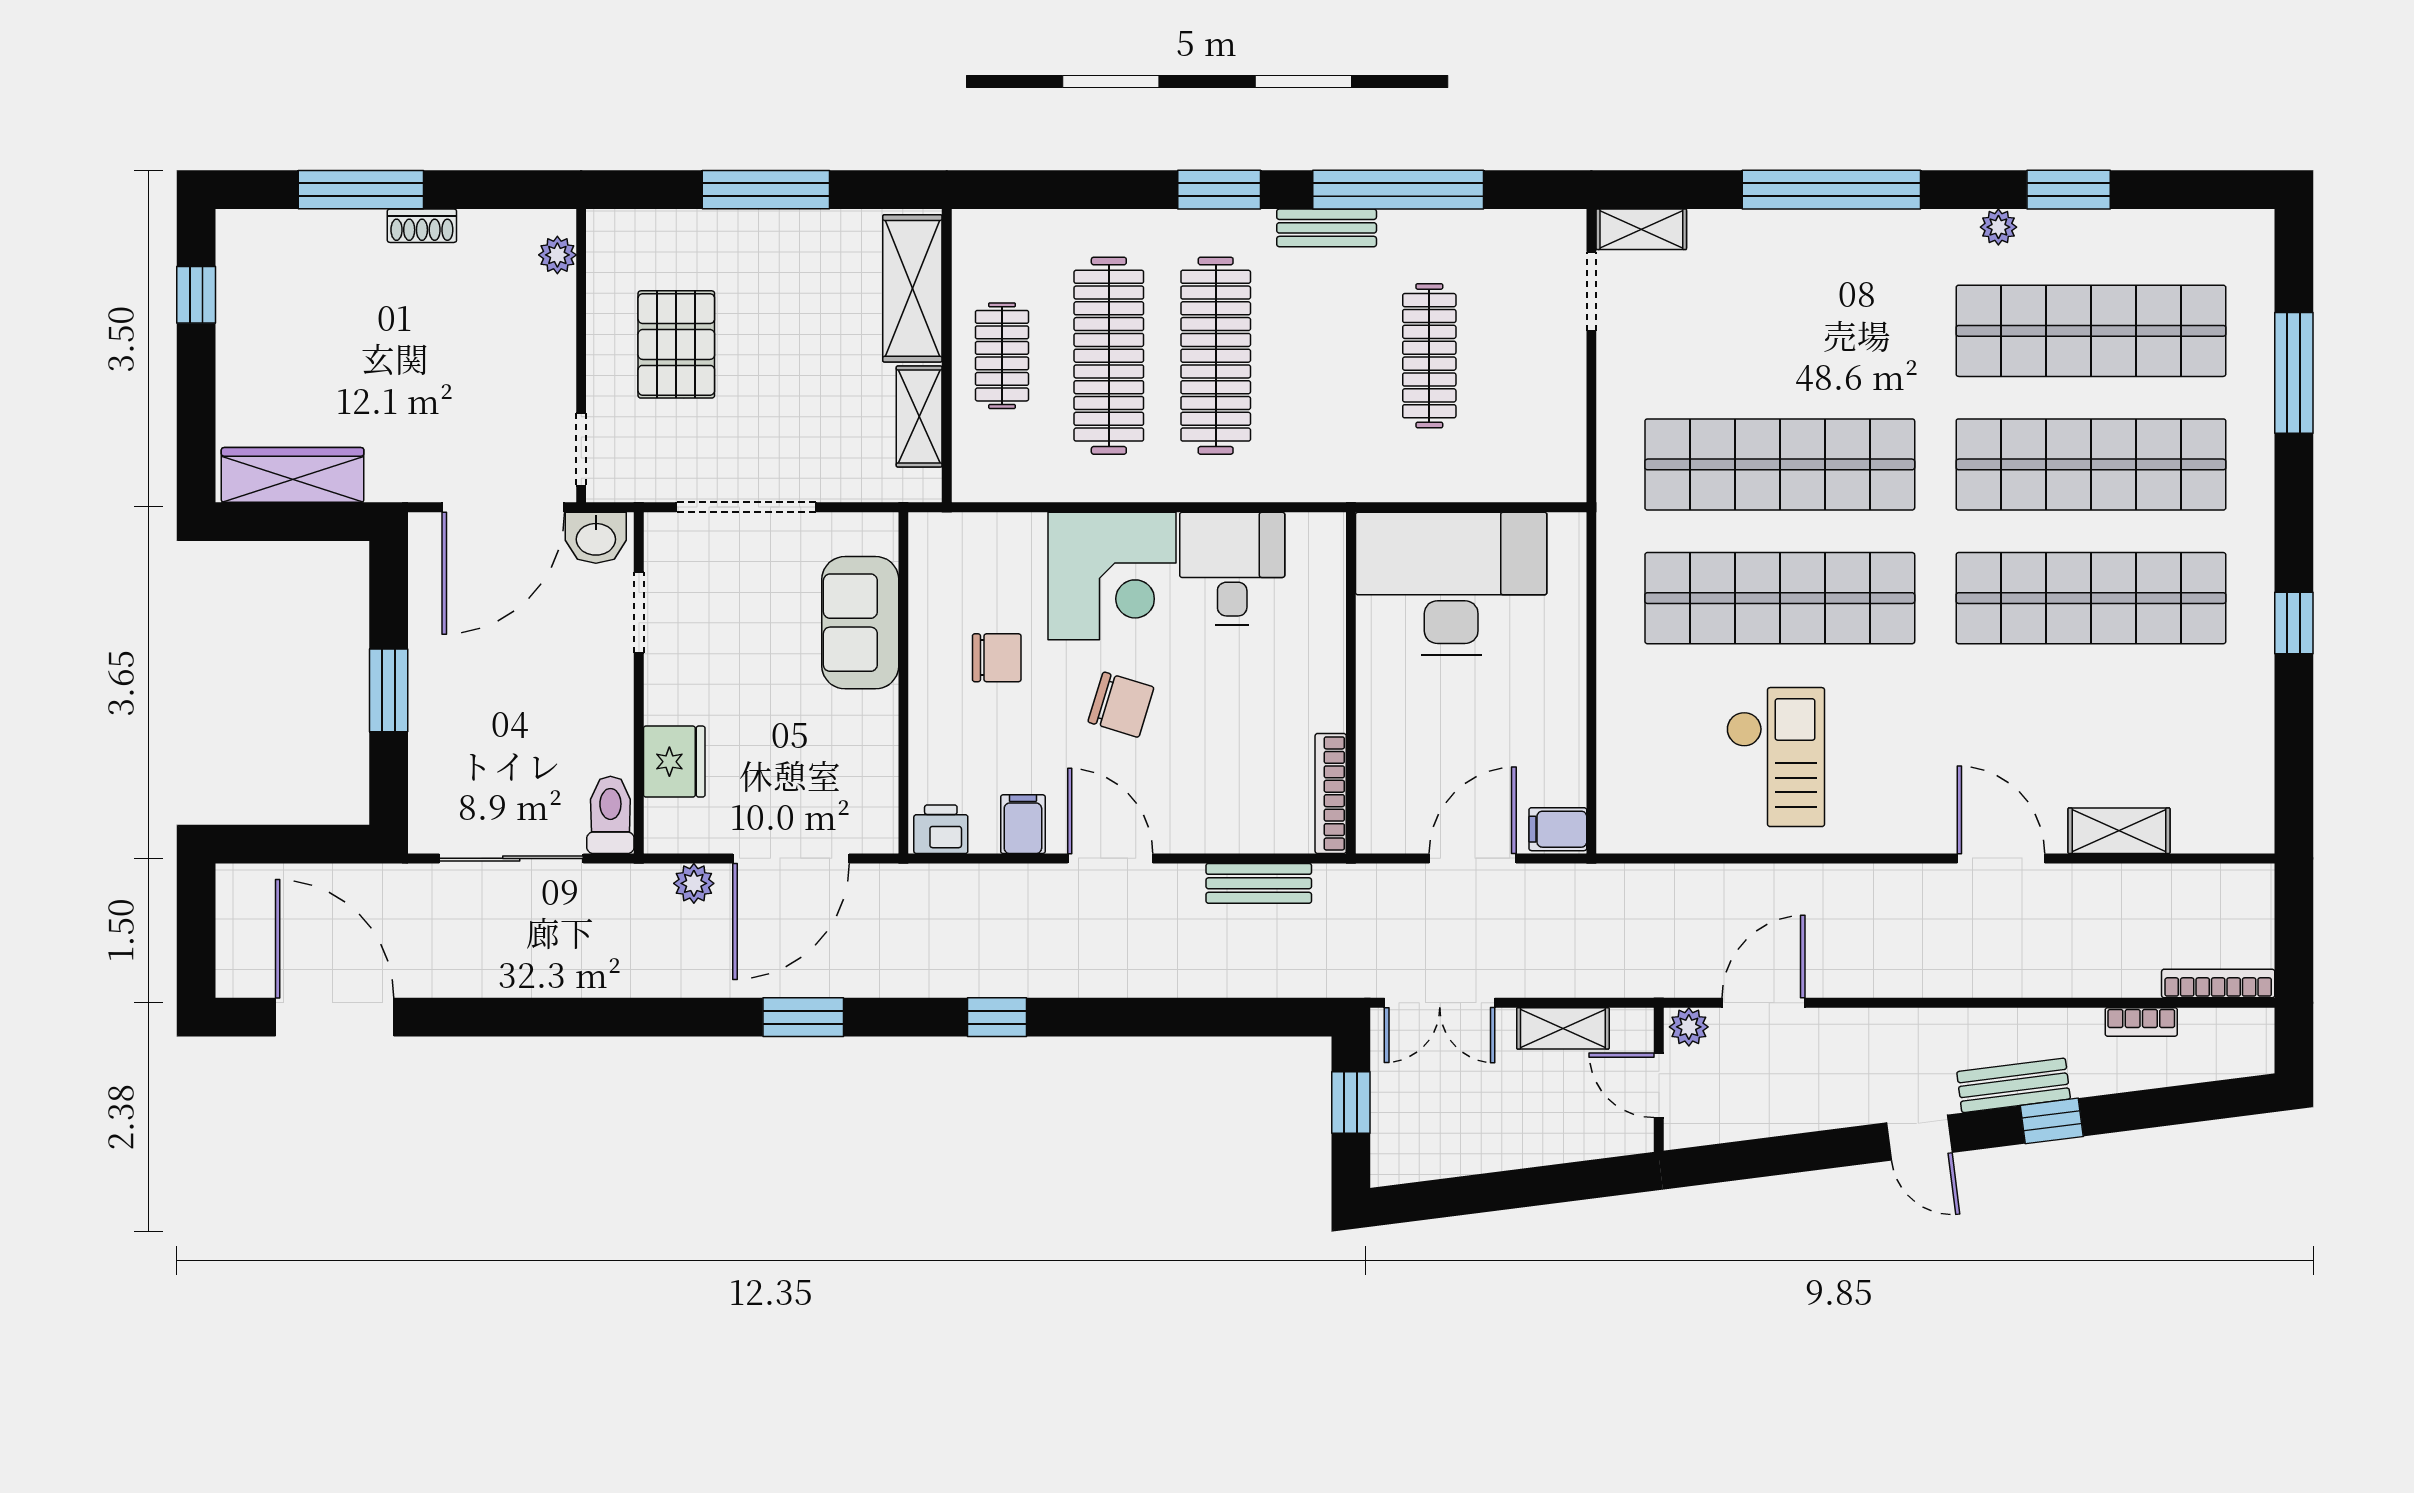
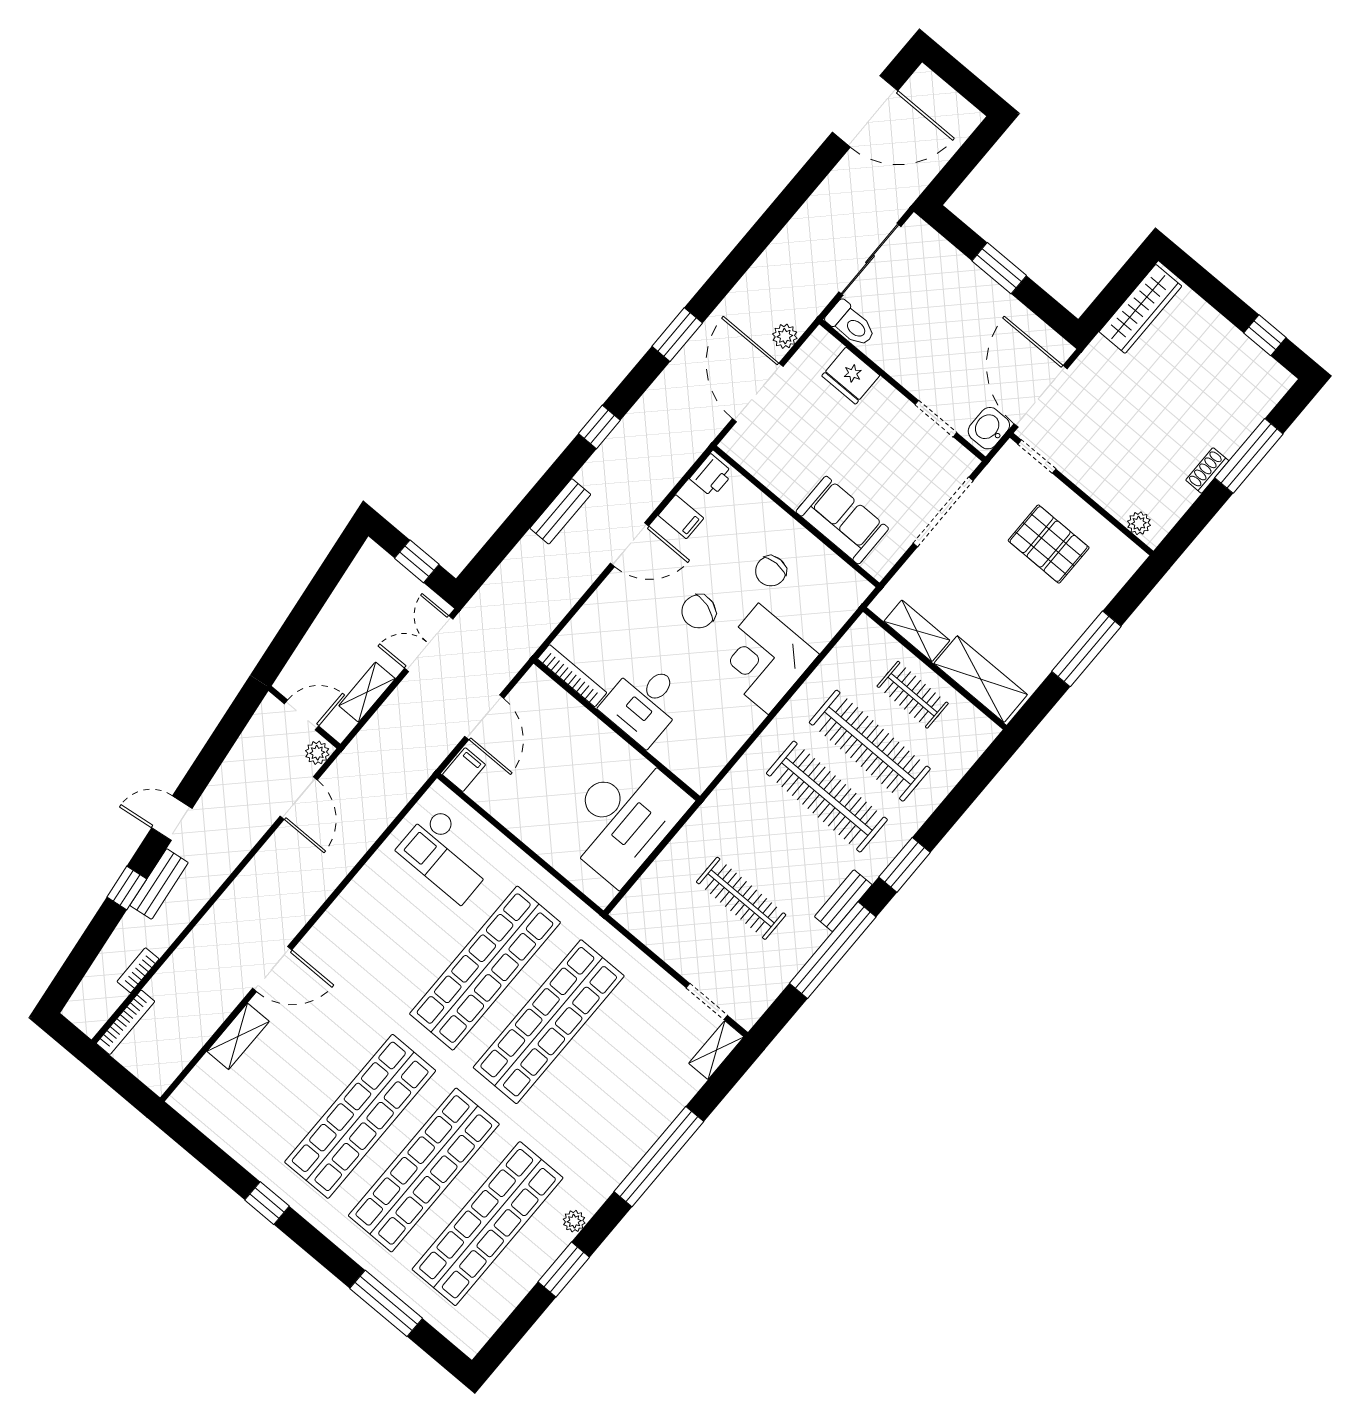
desk: (1232, 569) -> (644, 703), moved, turned 90
checkout: (1775, 757) -> (447, 855), moved
bench: (1259, 883) -> (560, 511), moved

